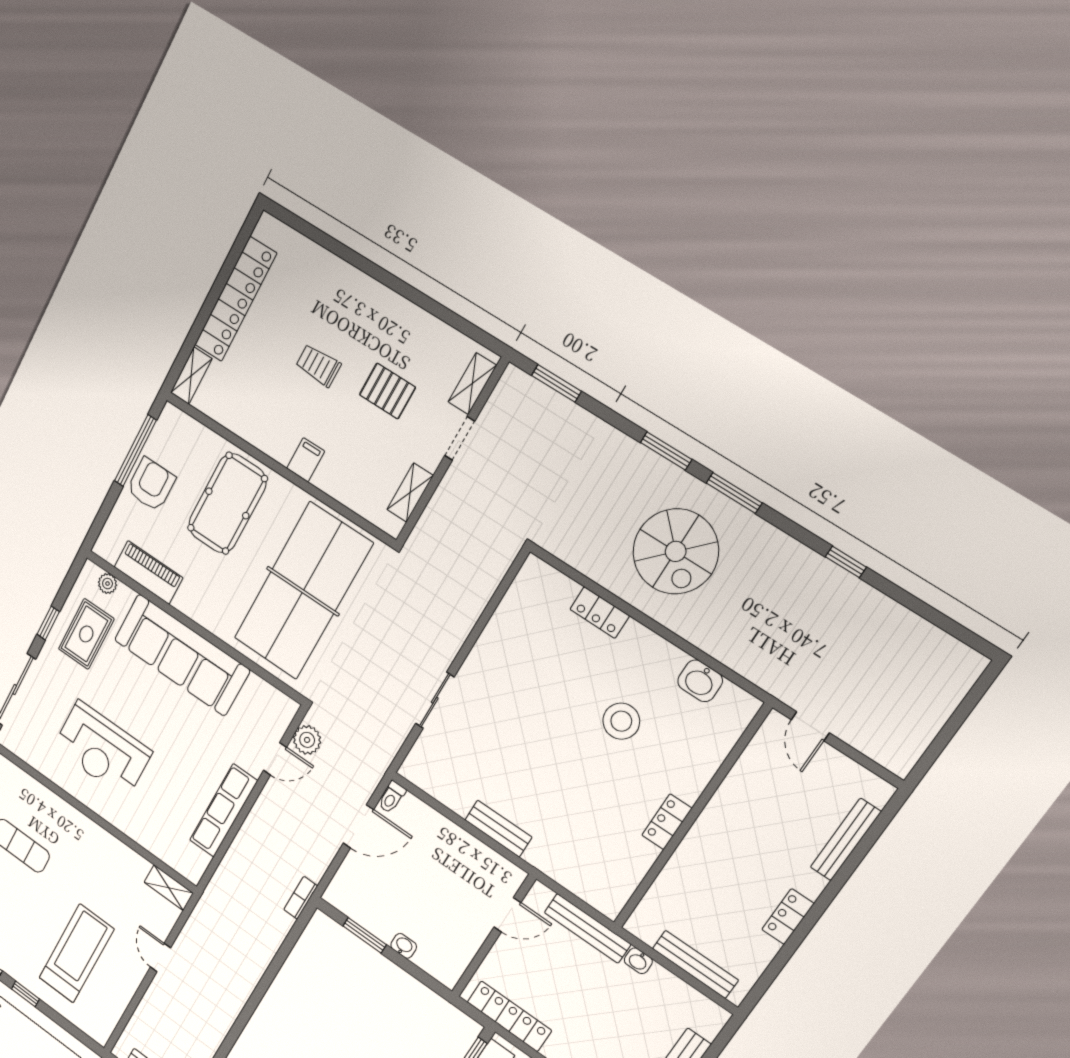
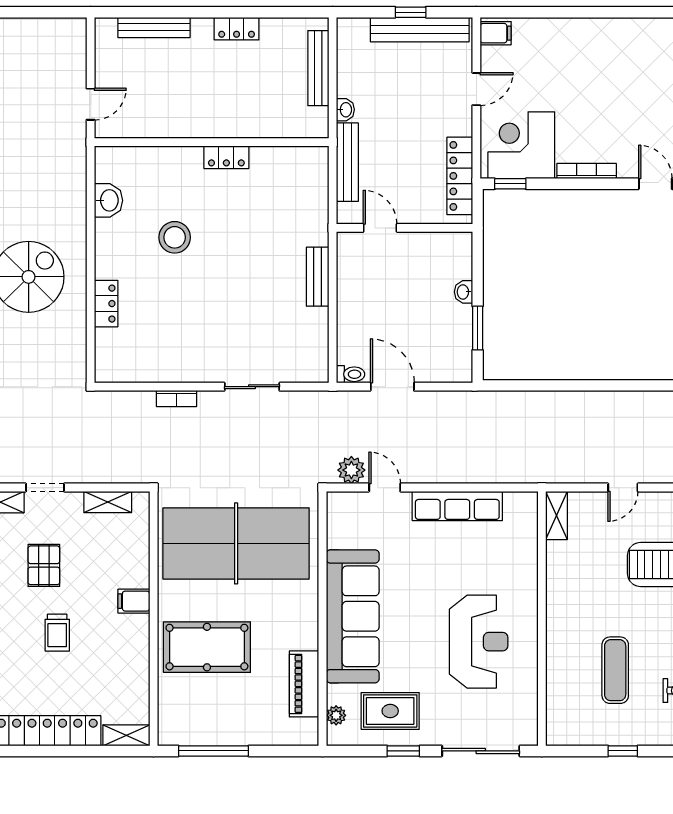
armchair: (151, 484) -> (232, 722), removed
bookcase: (301, 898) -> (177, 399), moved

